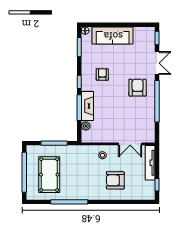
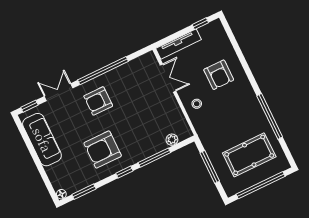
sofa: (113, 36) -> (42, 140), moved
armchair: (102, 74) -> (103, 149), width x1.88, depth x1.88
fireplace: (87, 106) -> (148, 149), removed

